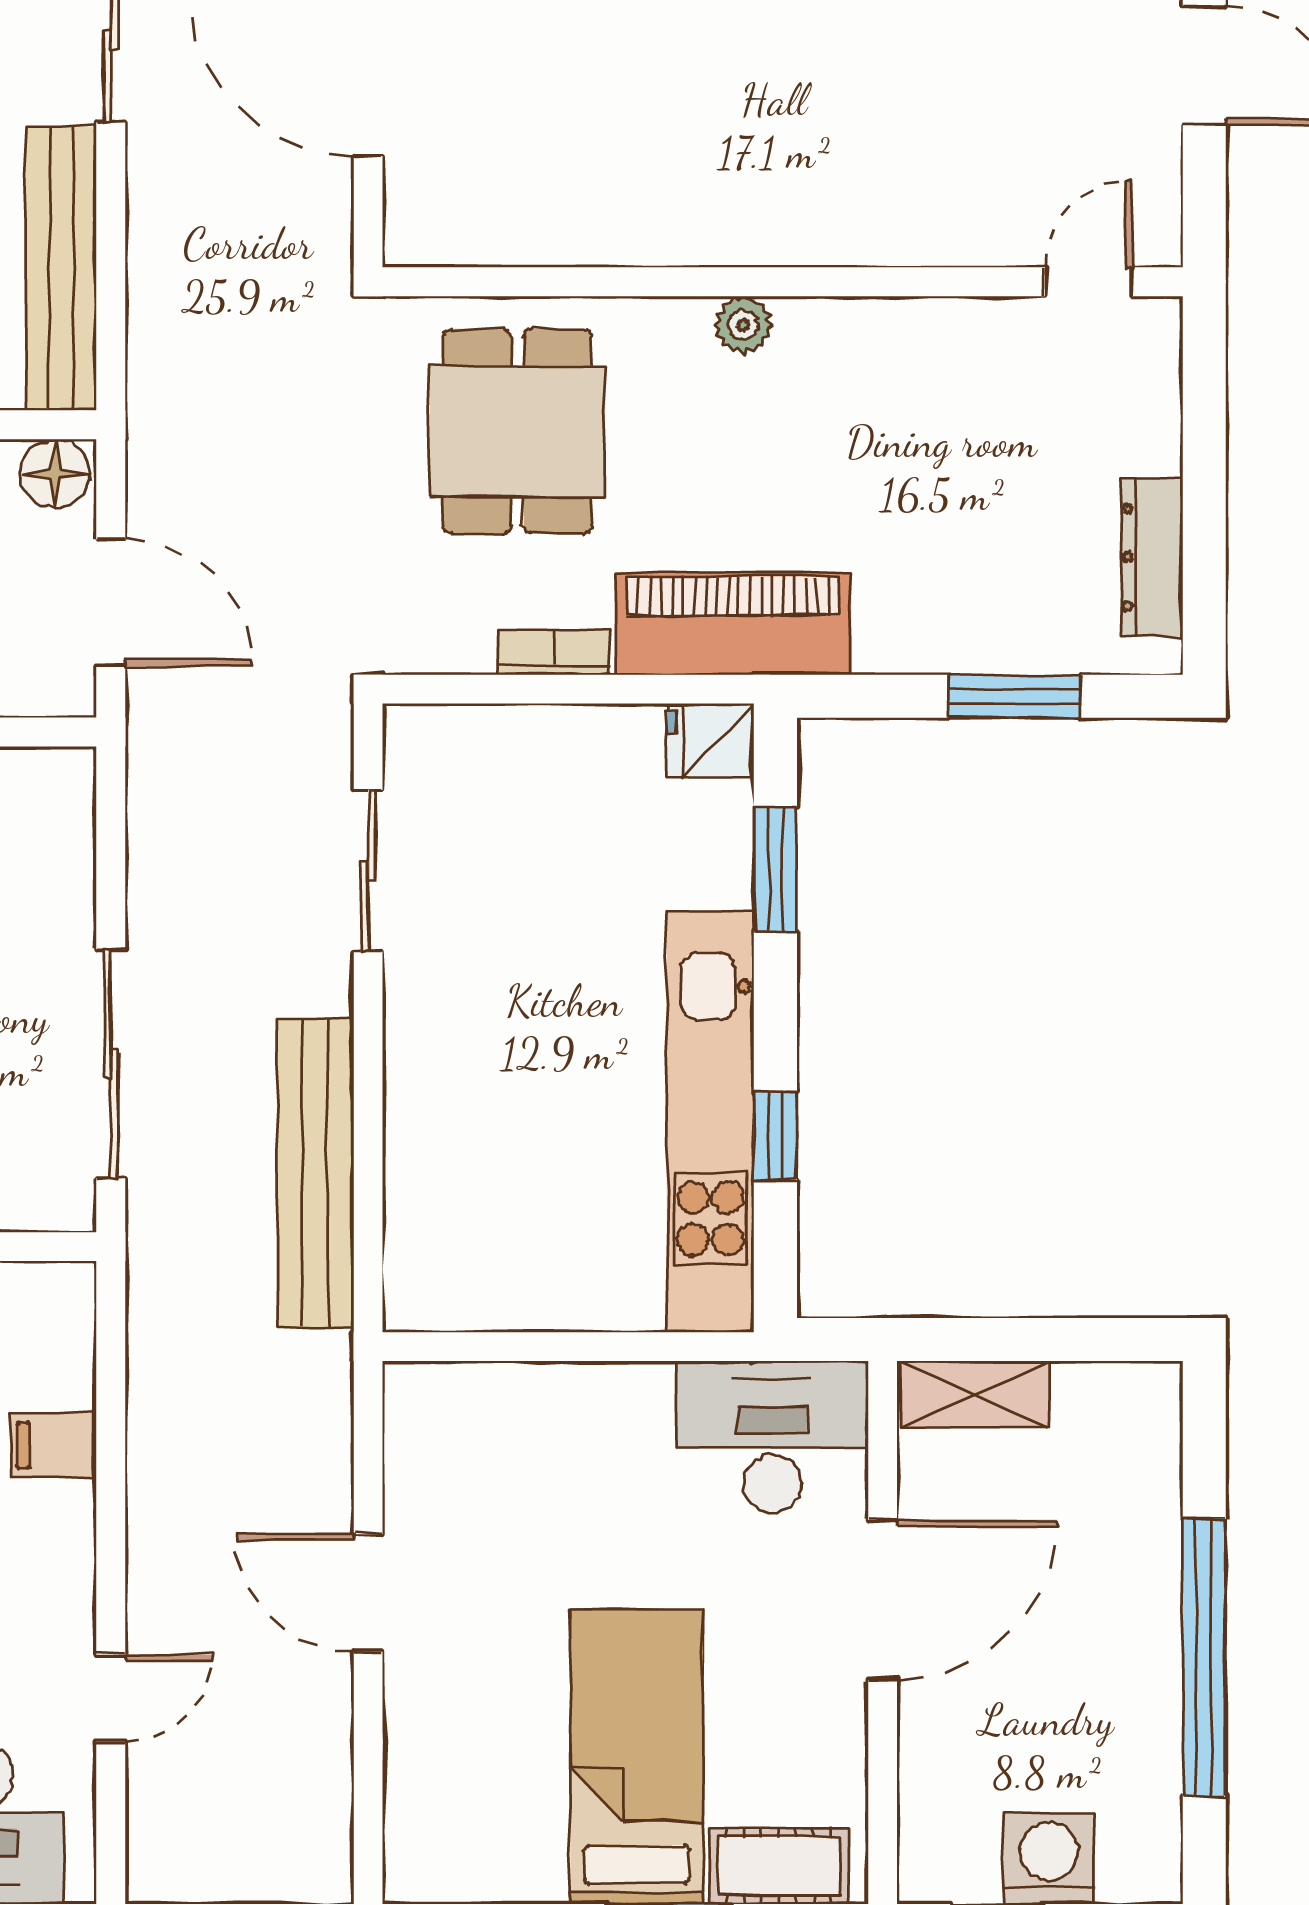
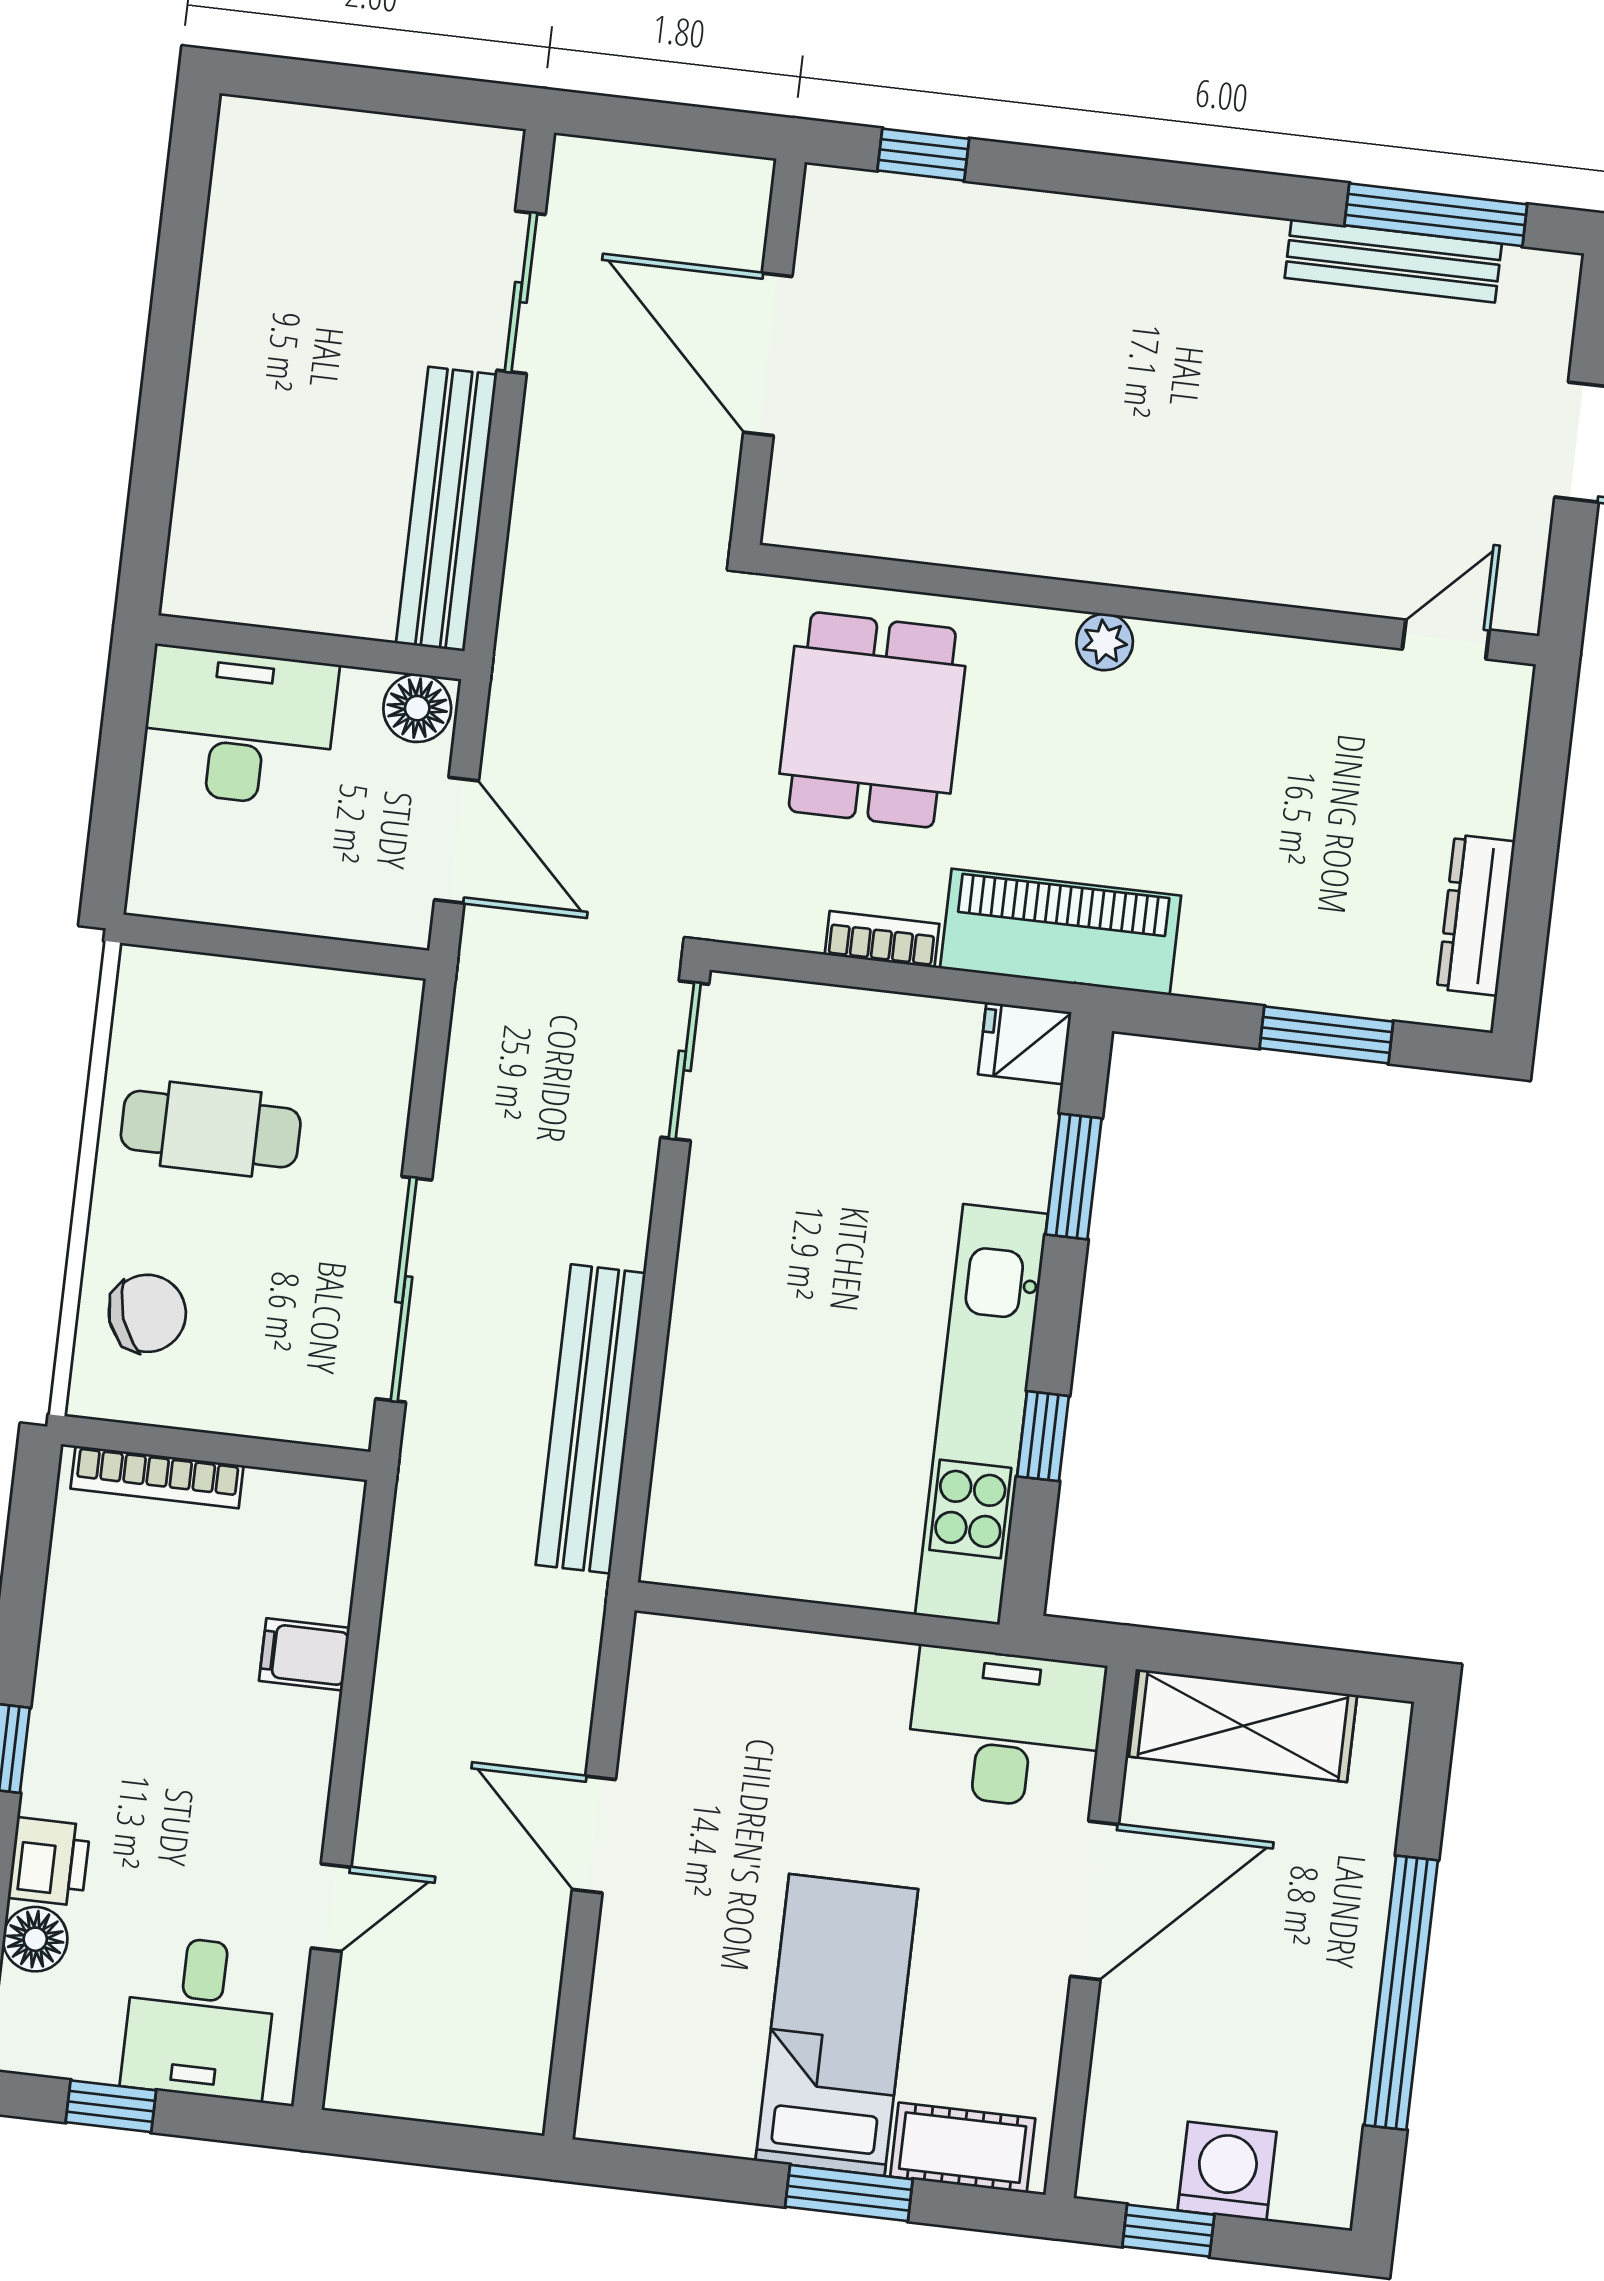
sliding door: (368, 871) -> (685, 1061), moved
shelving: (975, 1395) -> (1243, 1726), width x1.50, depth x1.33

